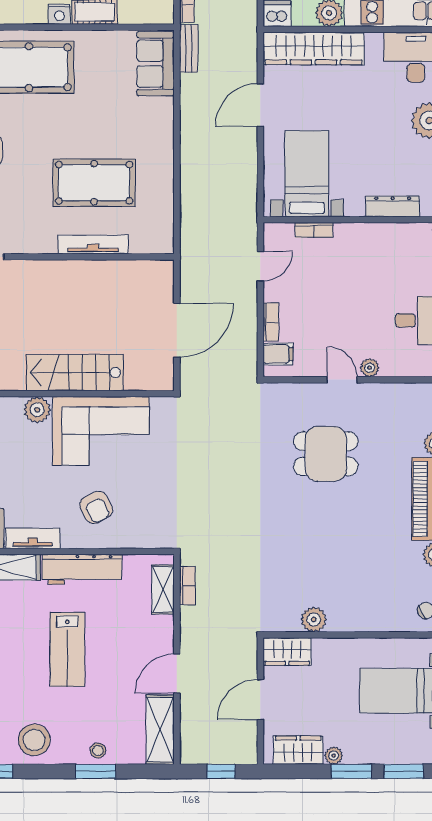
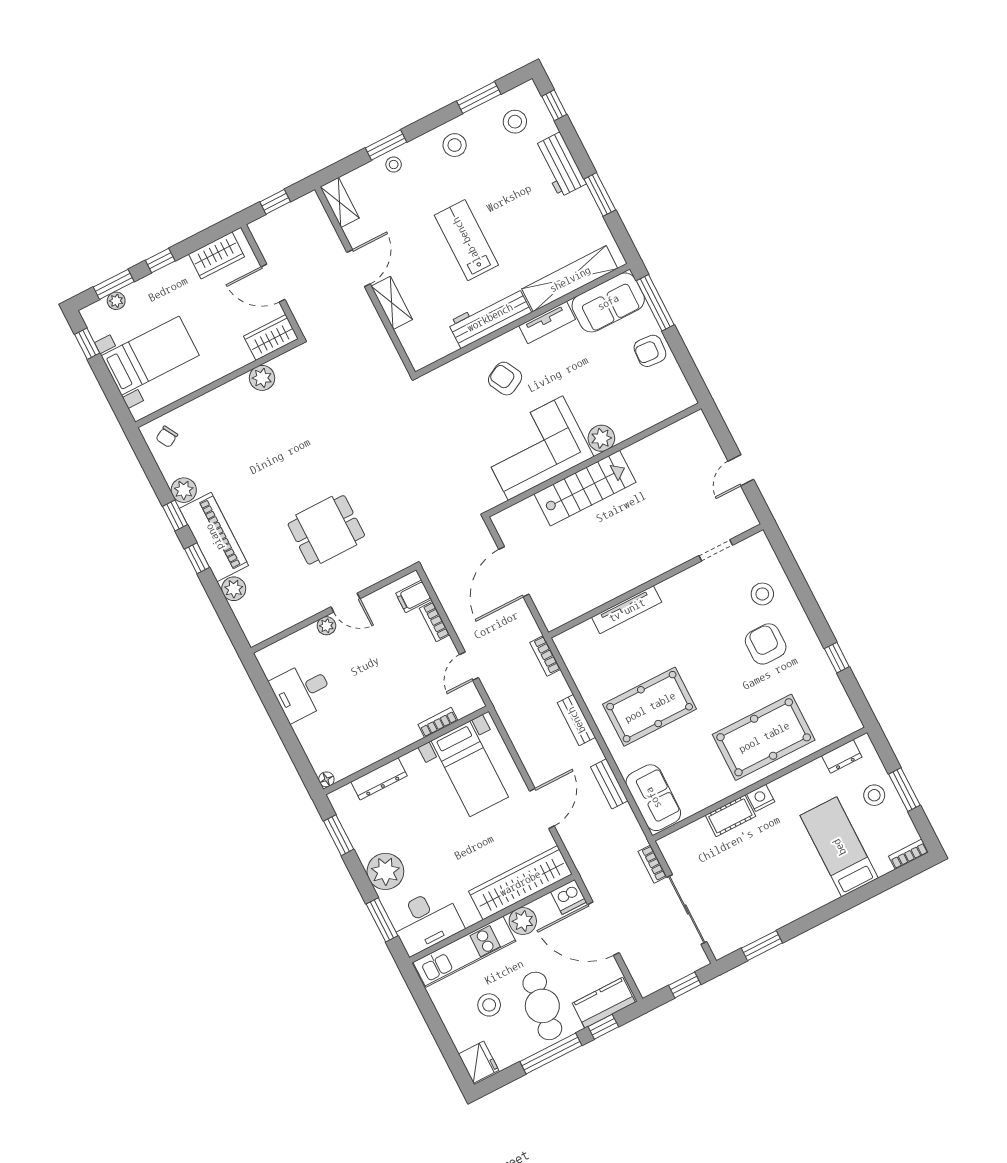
bench: (189, 48) -> (609, 784), moved
bench: (189, 169) -> (576, 720), added
pool table: (94, 183) -> (650, 707), moved
bookcase: (187, 585) -> (545, 656), moved
shelving: (163, 590) -> (392, 303), moved
door: (260, 699) -> (273, 283), swing flipped
shelving: (160, 730) -> (340, 202), width x0.67, depth x0.75
stool: (34, 740) -> (455, 145), width x0.73, depth x0.73
plant: (334, 756) -> (116, 301), moved
window: (351, 771) -> (160, 261), width x0.67

